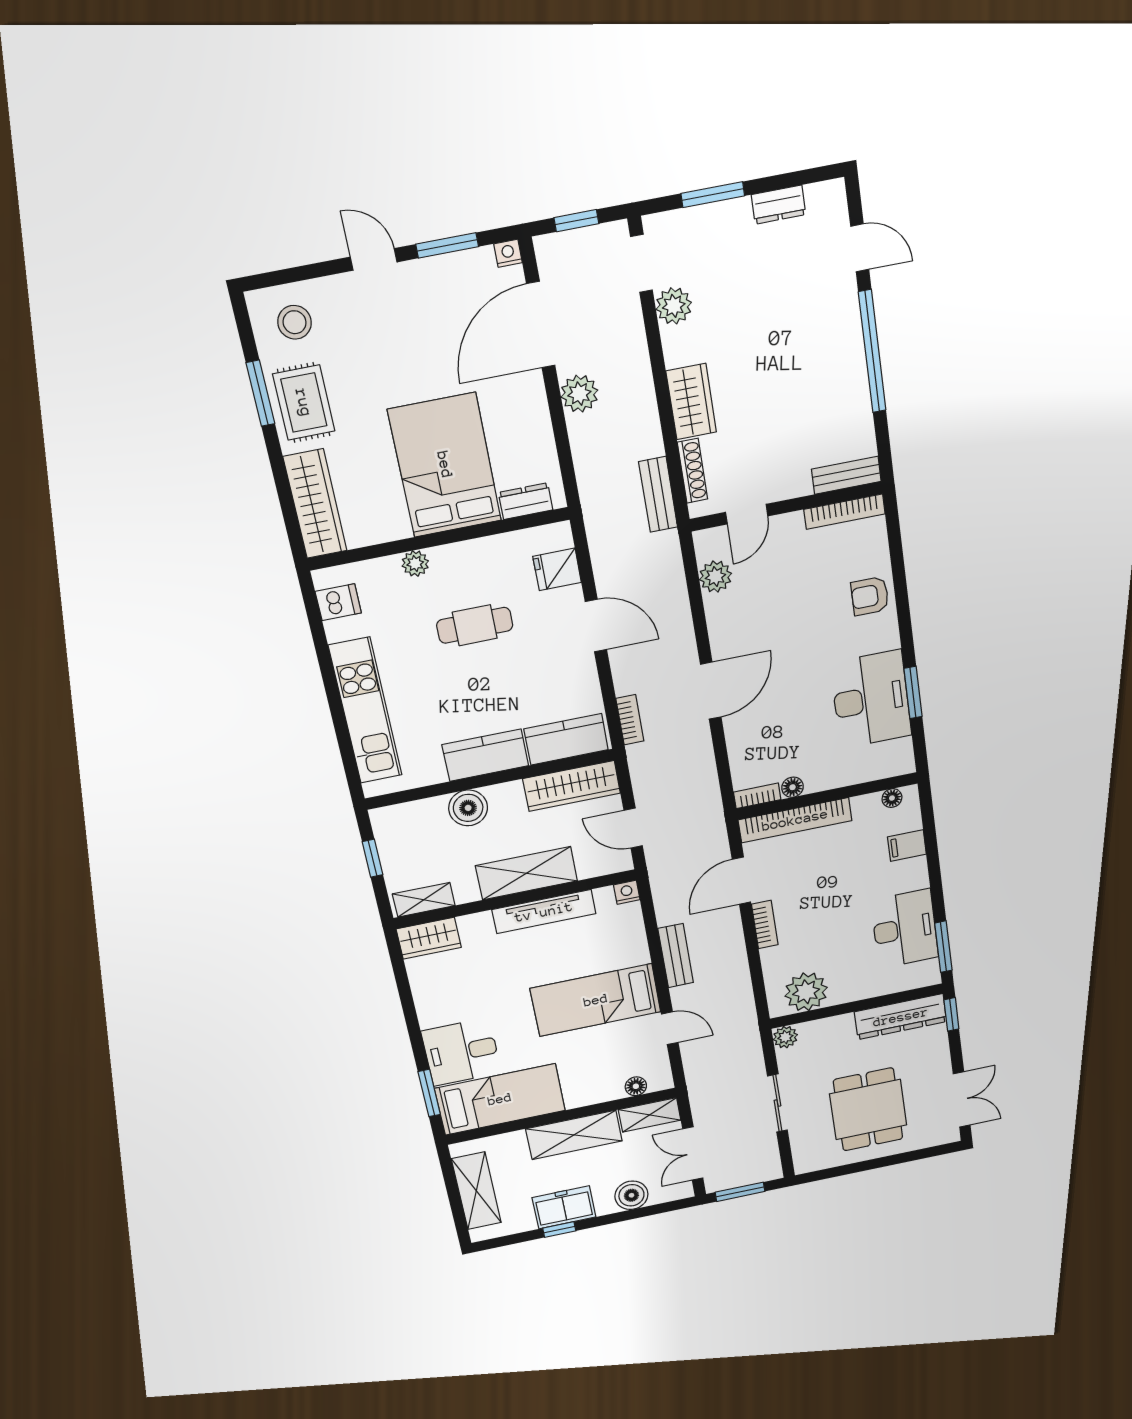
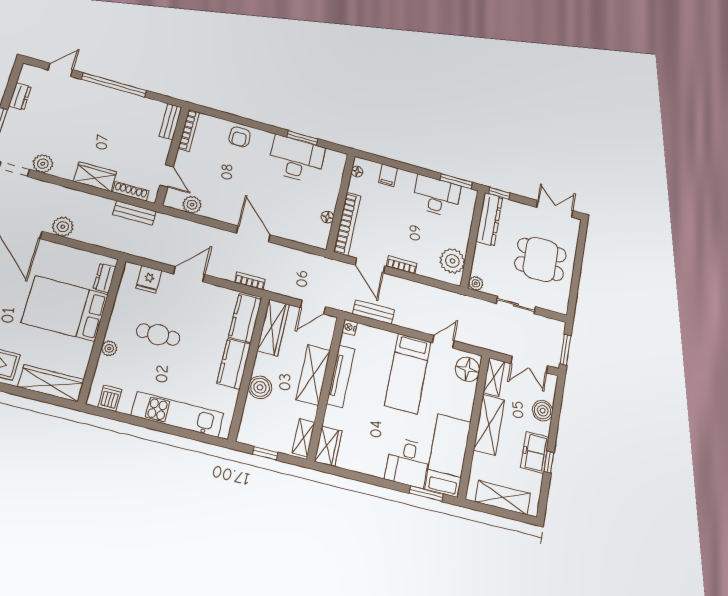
cafe table: (475, 625) -> (158, 335), turned 90
bookcase: (757, 796) -> (324, 237), removed
bench: (676, 956) -> (373, 312), moved
floor lamp: (636, 1086) -> (468, 369), width x1.89, depth x1.89

